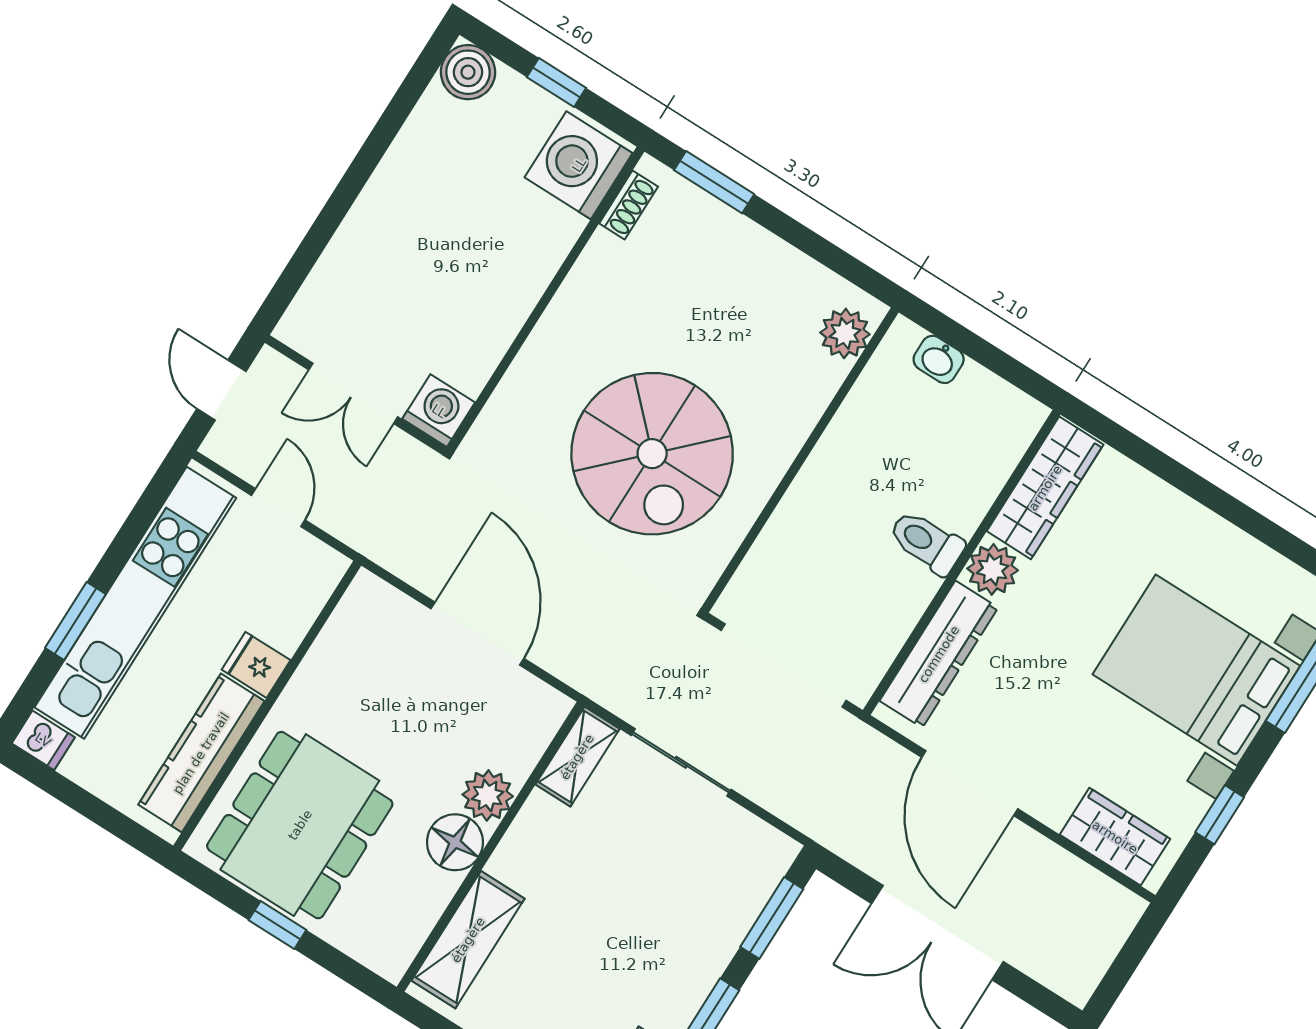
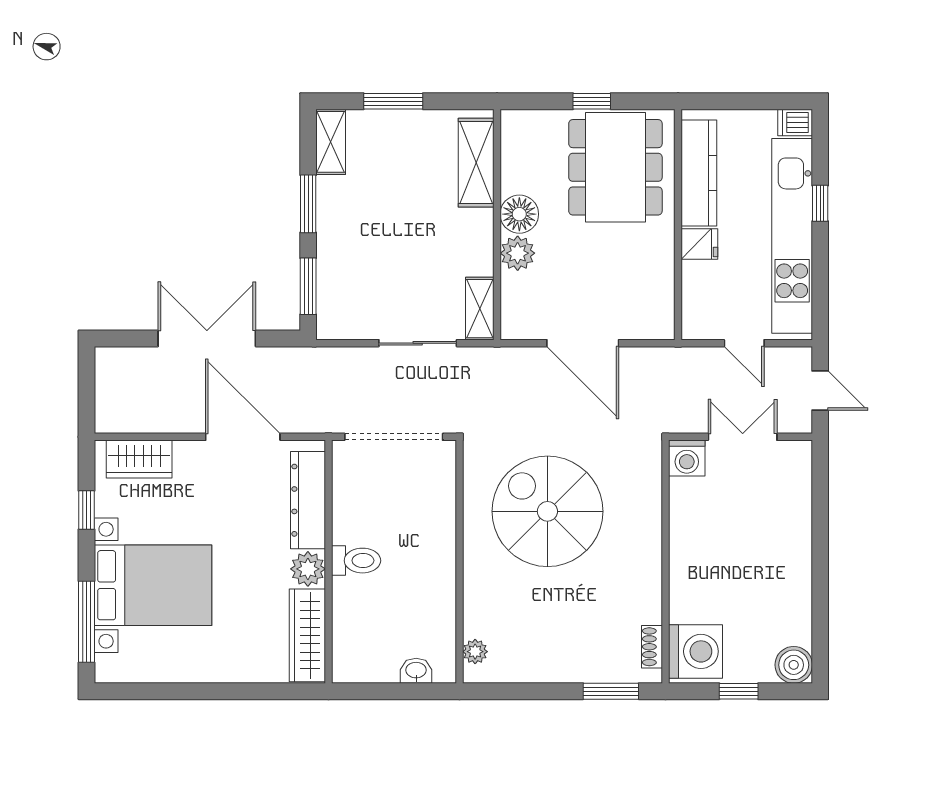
plant: (845, 333) -> (475, 652), width x0.73, depth x0.73
window: (75, 621) -> (820, 203), width x0.67

